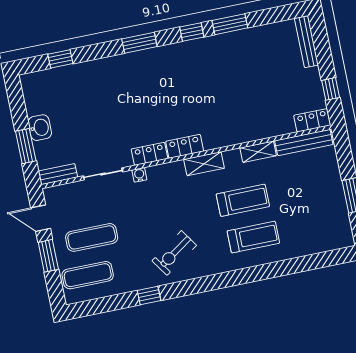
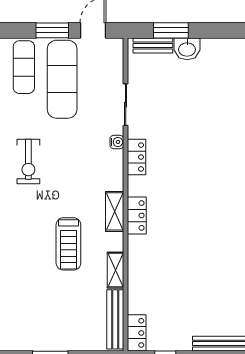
locker: (185, 146) -> (137, 215), moved
bench: (58, 174) -> (153, 45), moved, turned 90
exercise mat: (92, 237) -> (62, 79), width x1.36, depth x1.45
treadmill: (253, 237) -> (28, 247), removed
exercise bike: (174, 253) -> (28, 161), turned -146

